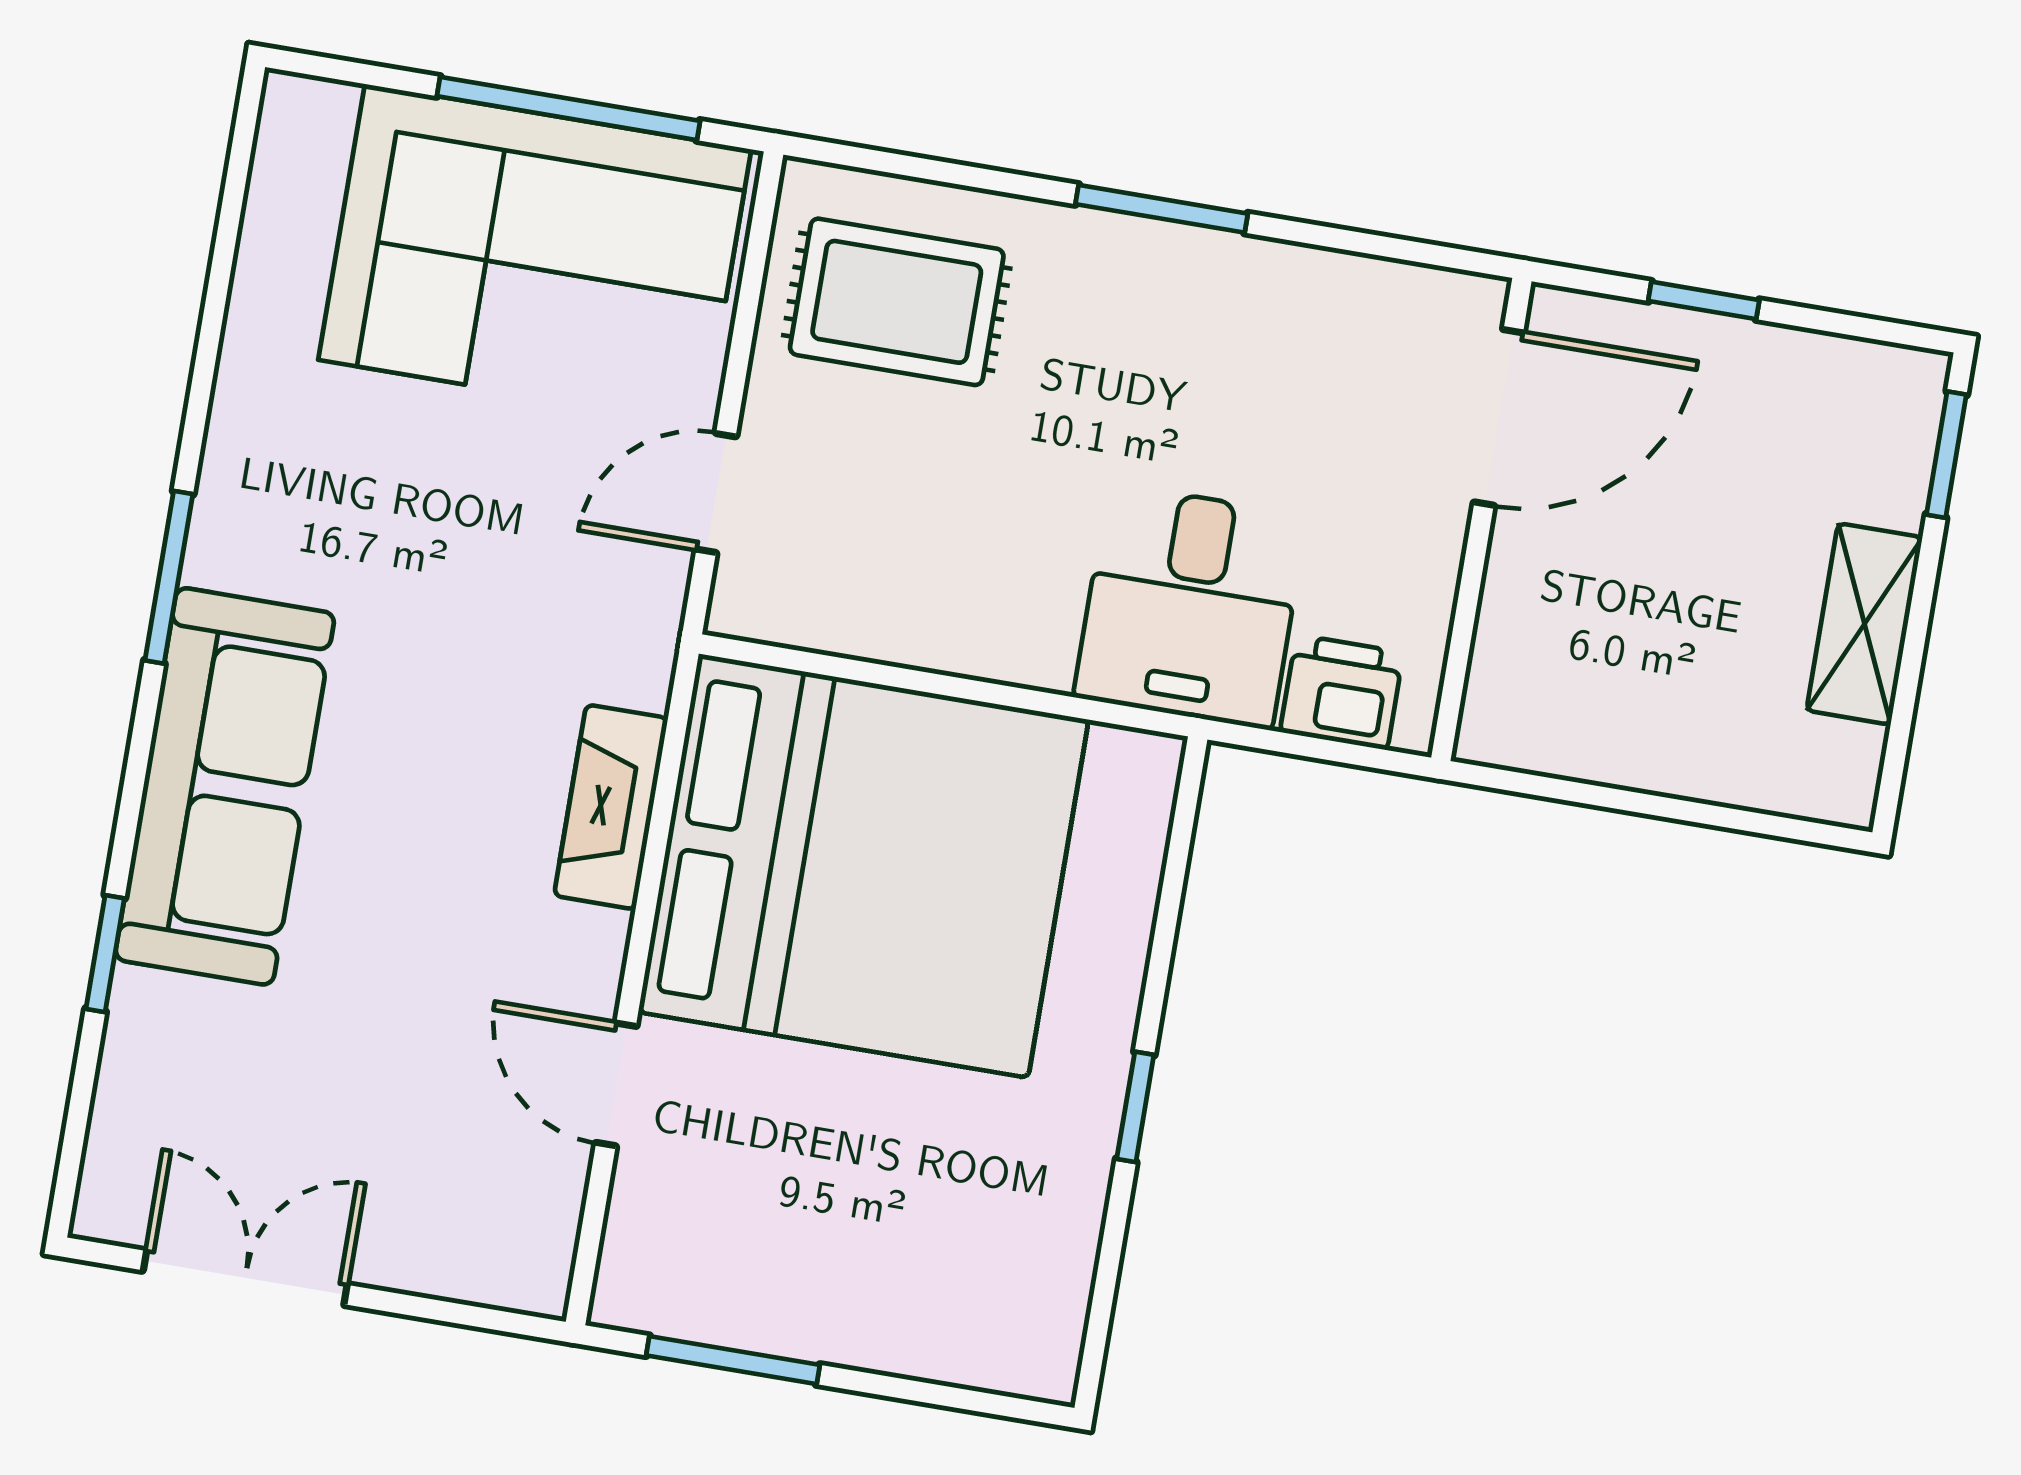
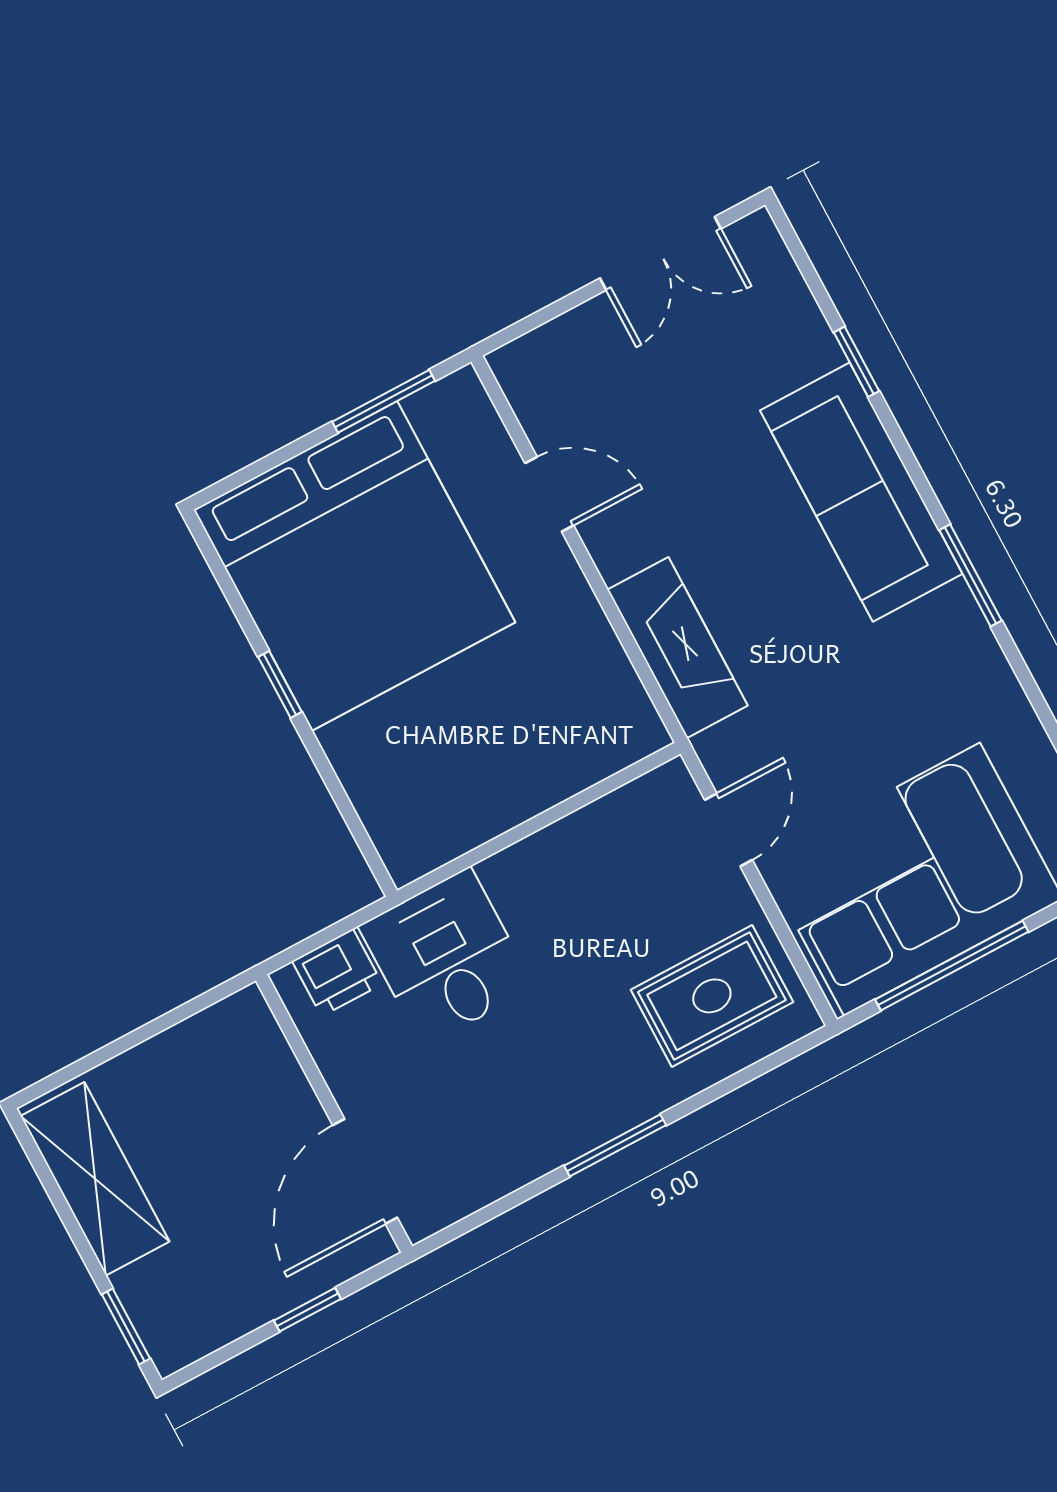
shelving: (1864, 624) -> (95, 1179), width x1.50, depth x1.33
fireplace: (611, 807) -> (678, 648), width x1.37, depth x1.32
bed: (863, 866) -> (355, 566), moved, turned -90

